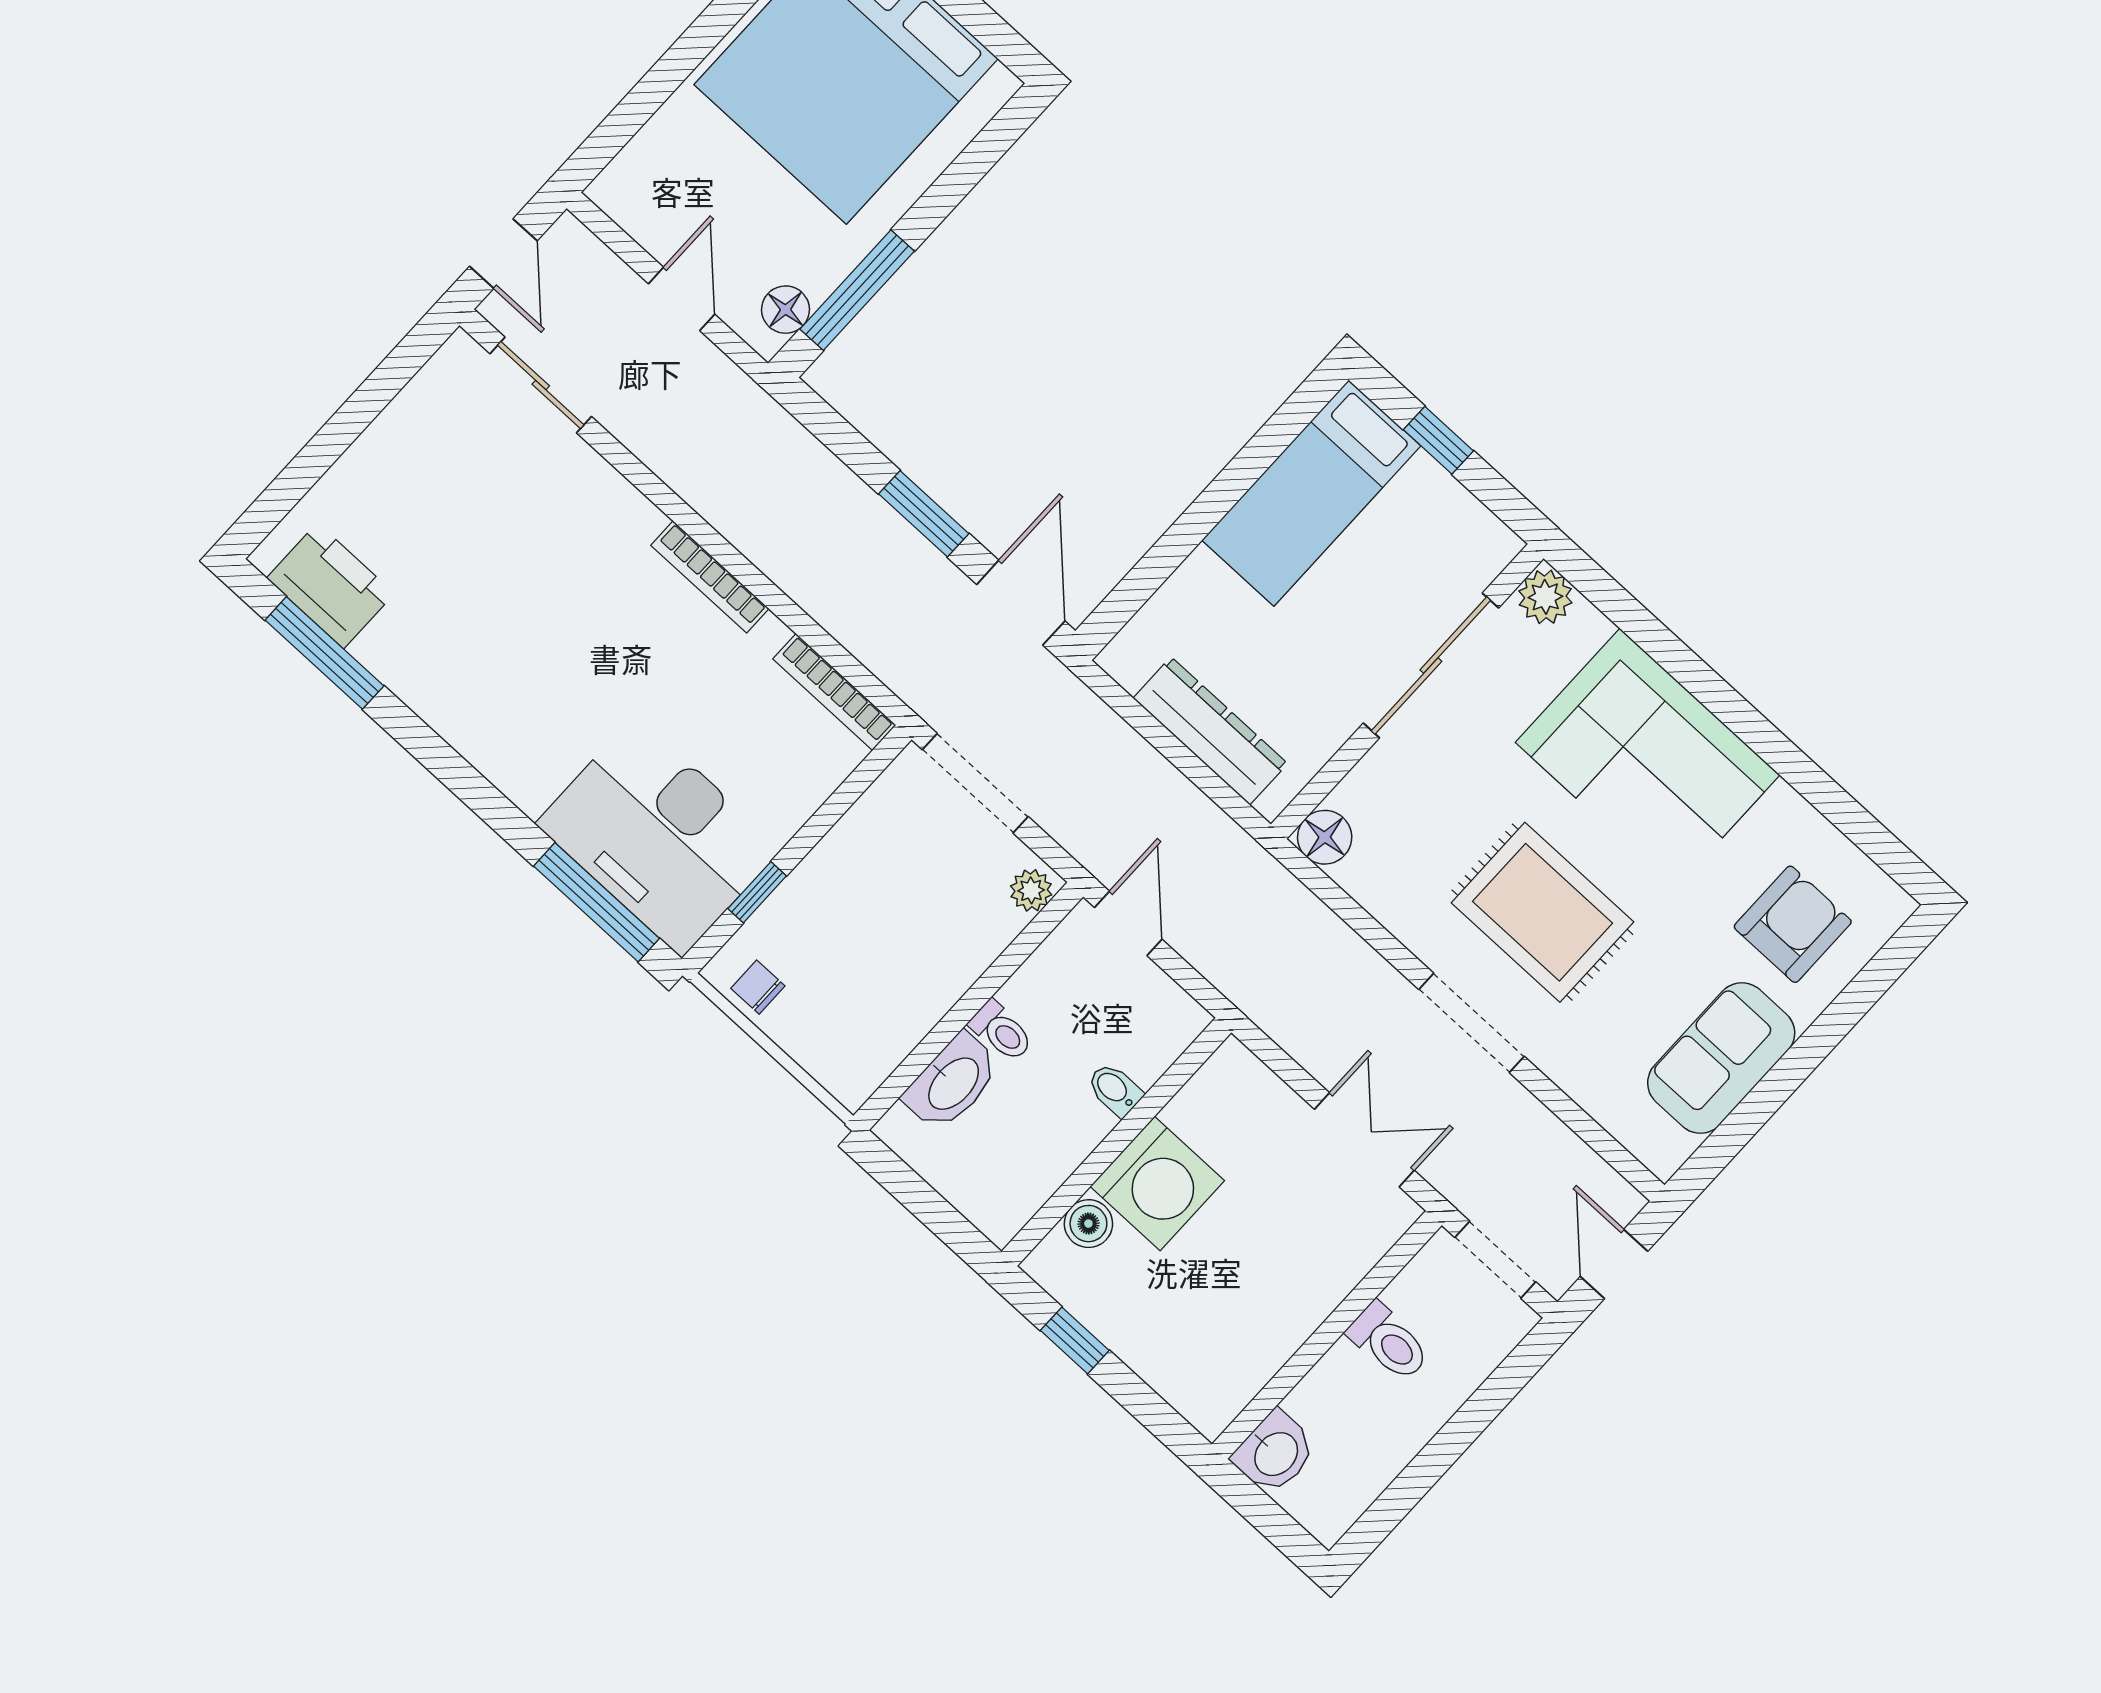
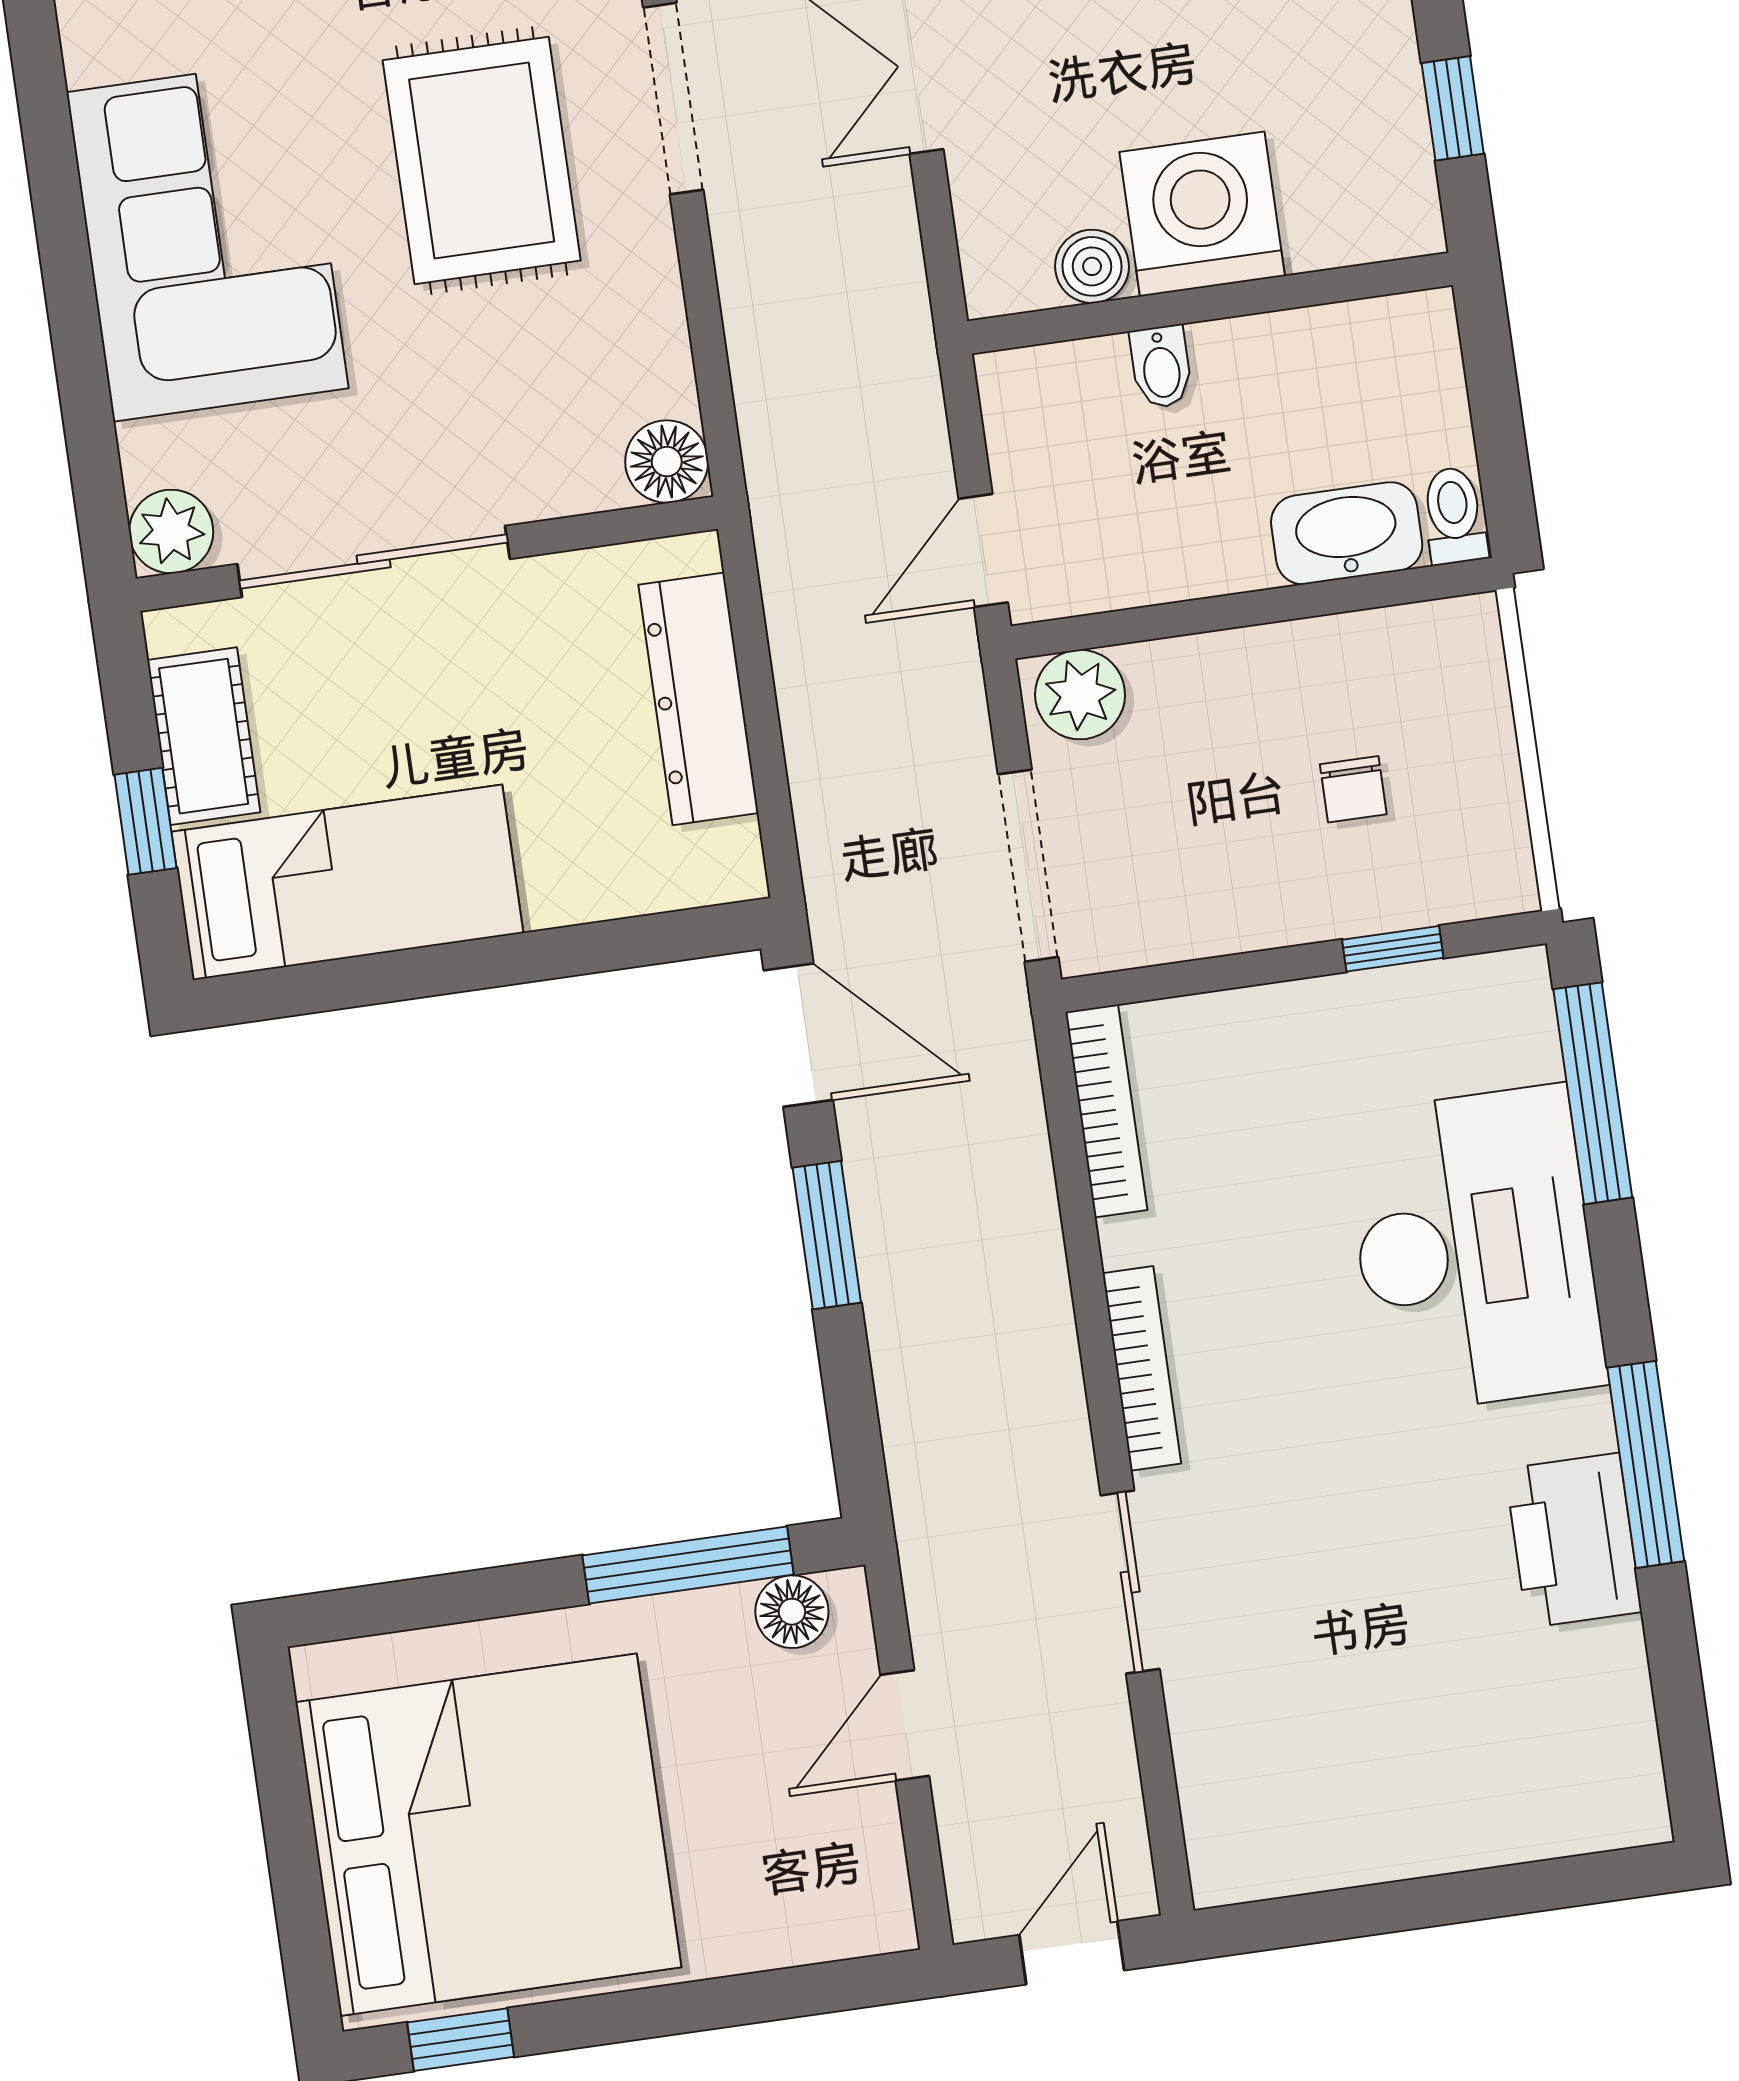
sliding door: (541, 385) -> (1130, 1582), moved
cot: (1444, 507) -> (204, 736), added
printer: (330, 586) -> (1573, 1540), moved
door: (1021, 603) -> (798, 1035), swing flipped
window: (324, 653) -> (1646, 1464), moved
desk: (659, 836) -> (1475, 1249), moved
plant: (1031, 890) -> (1080, 695), width x1.38, depth x1.38
chair: (758, 987) -> (1353, 789), moved
toilet: (1001, 1031) -> (1454, 516), moved
boiler: (1088, 1224) -> (1092, 266), moved

